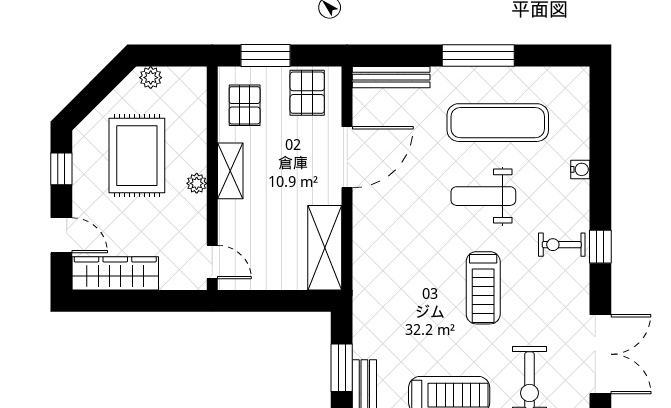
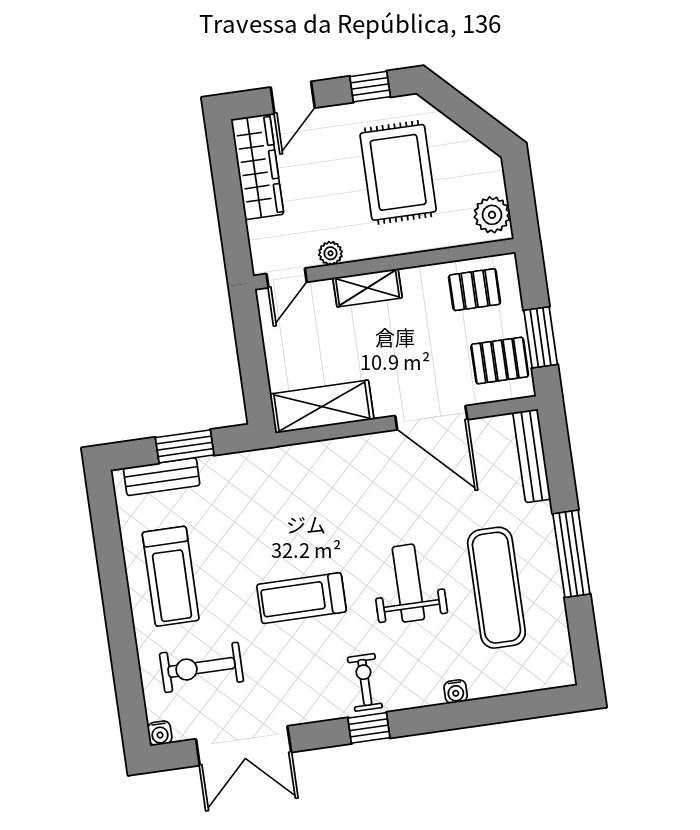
window: (266, 56) -> (541, 337), moved
plant: (151, 78) -> (492, 215), moved, width x1.38, depth x1.38
rug: (137, 156) -> (398, 172), turned 90
shelving: (230, 171) -> (367, 288), moved
plant: (197, 183) -> (330, 253), moved

